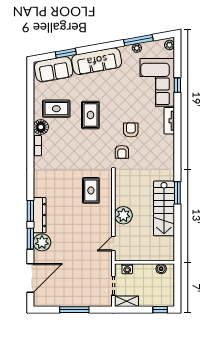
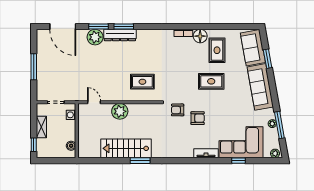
shelving: (127, 301) -> (41, 127), moved

